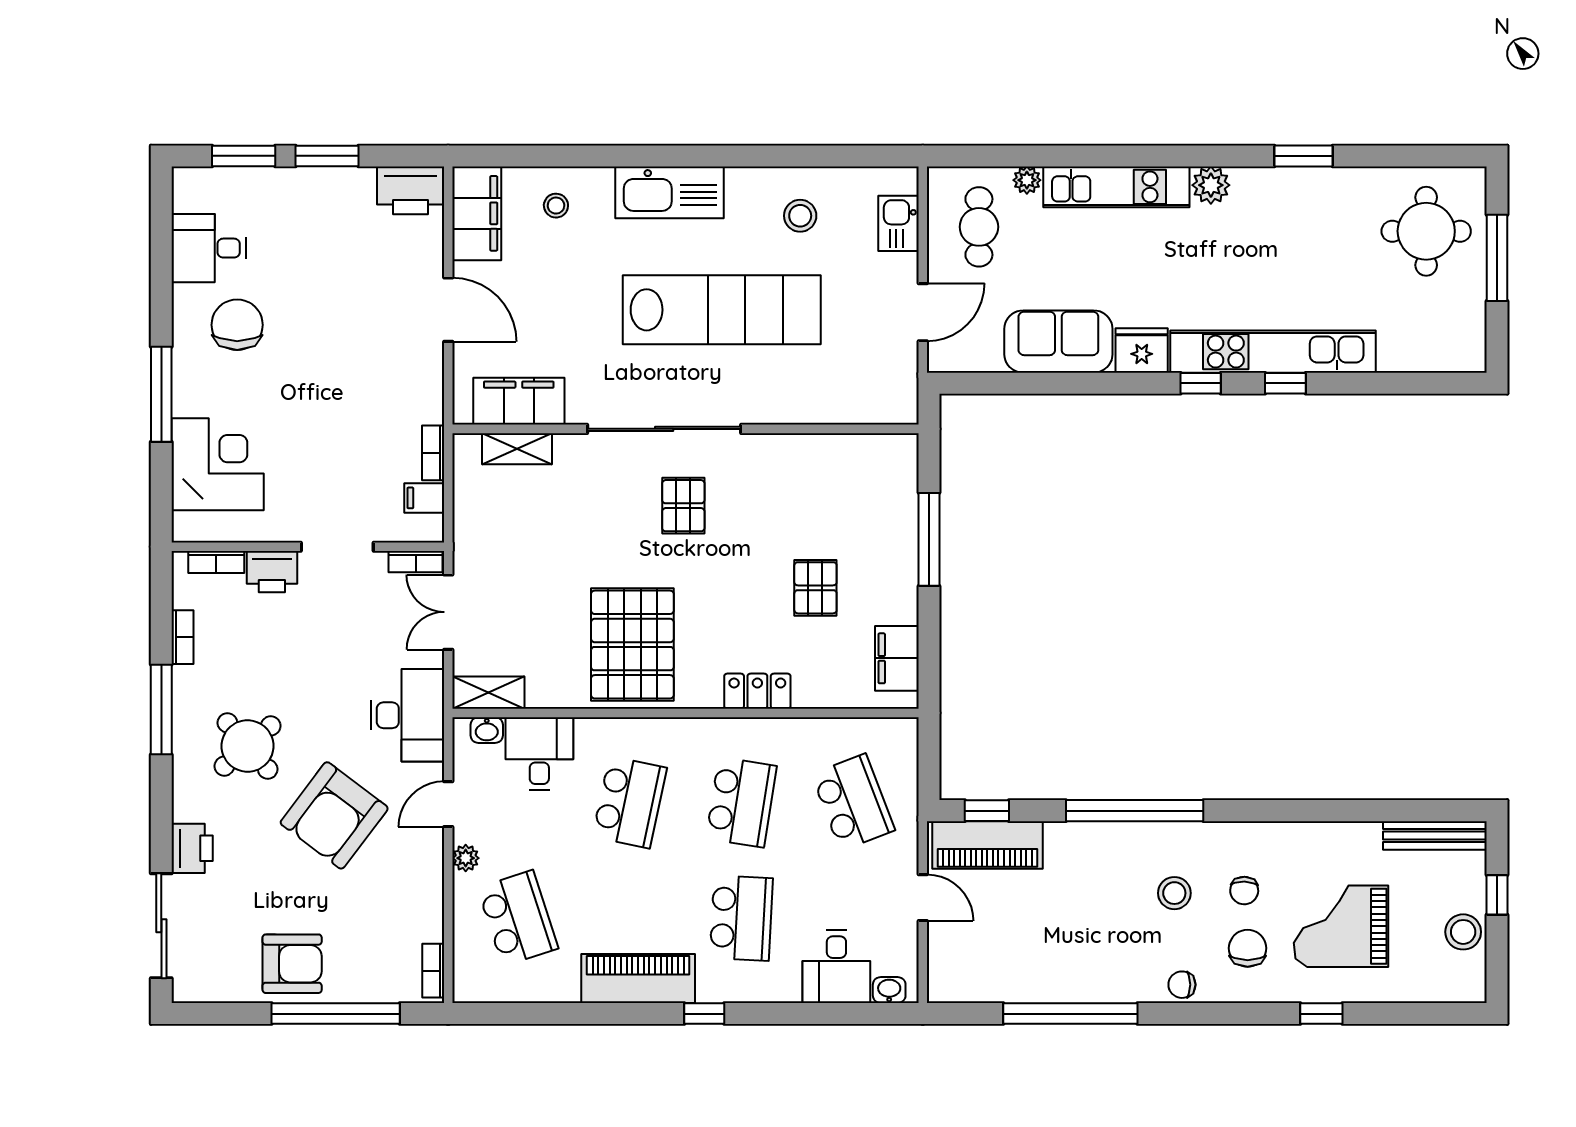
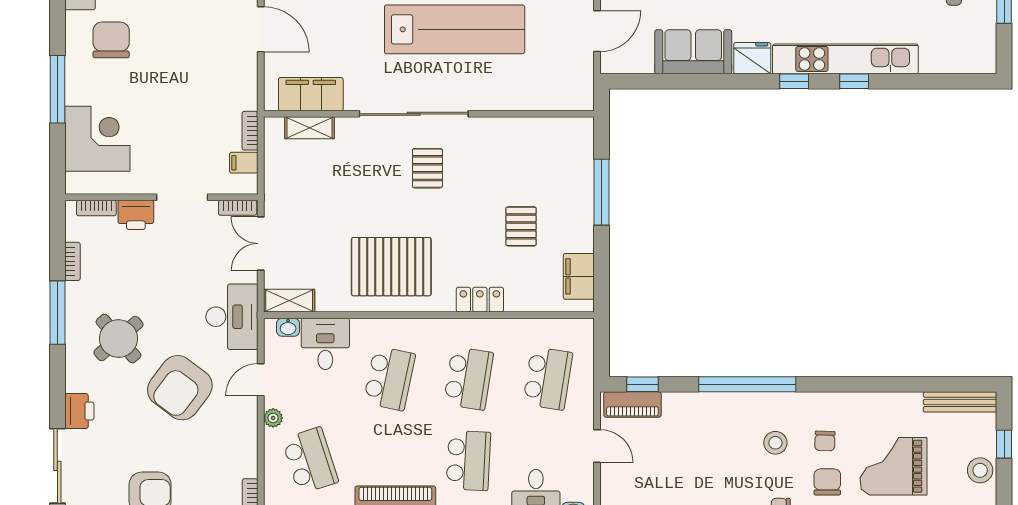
pallet: (632, 645) -> (391, 267), turned 90
school desk: (853, 802) -> (548, 378), turned 30
piano: (987, 845) -> (632, 404), width x0.73, depth x0.75

